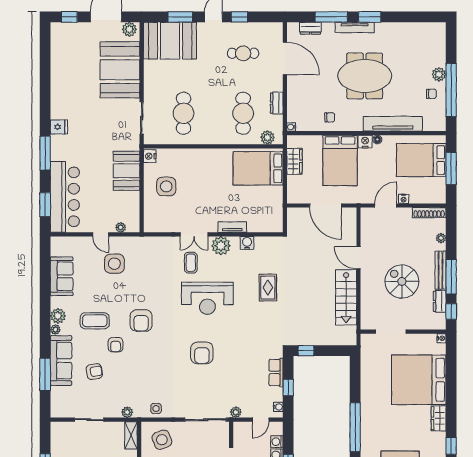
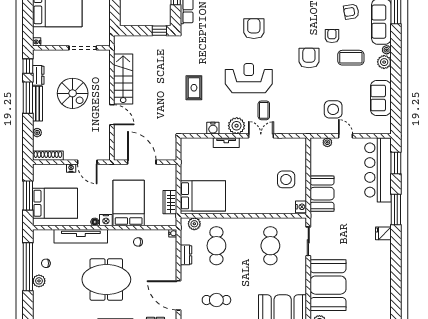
door: (386, 205) -> (87, 162), hinge flipped

